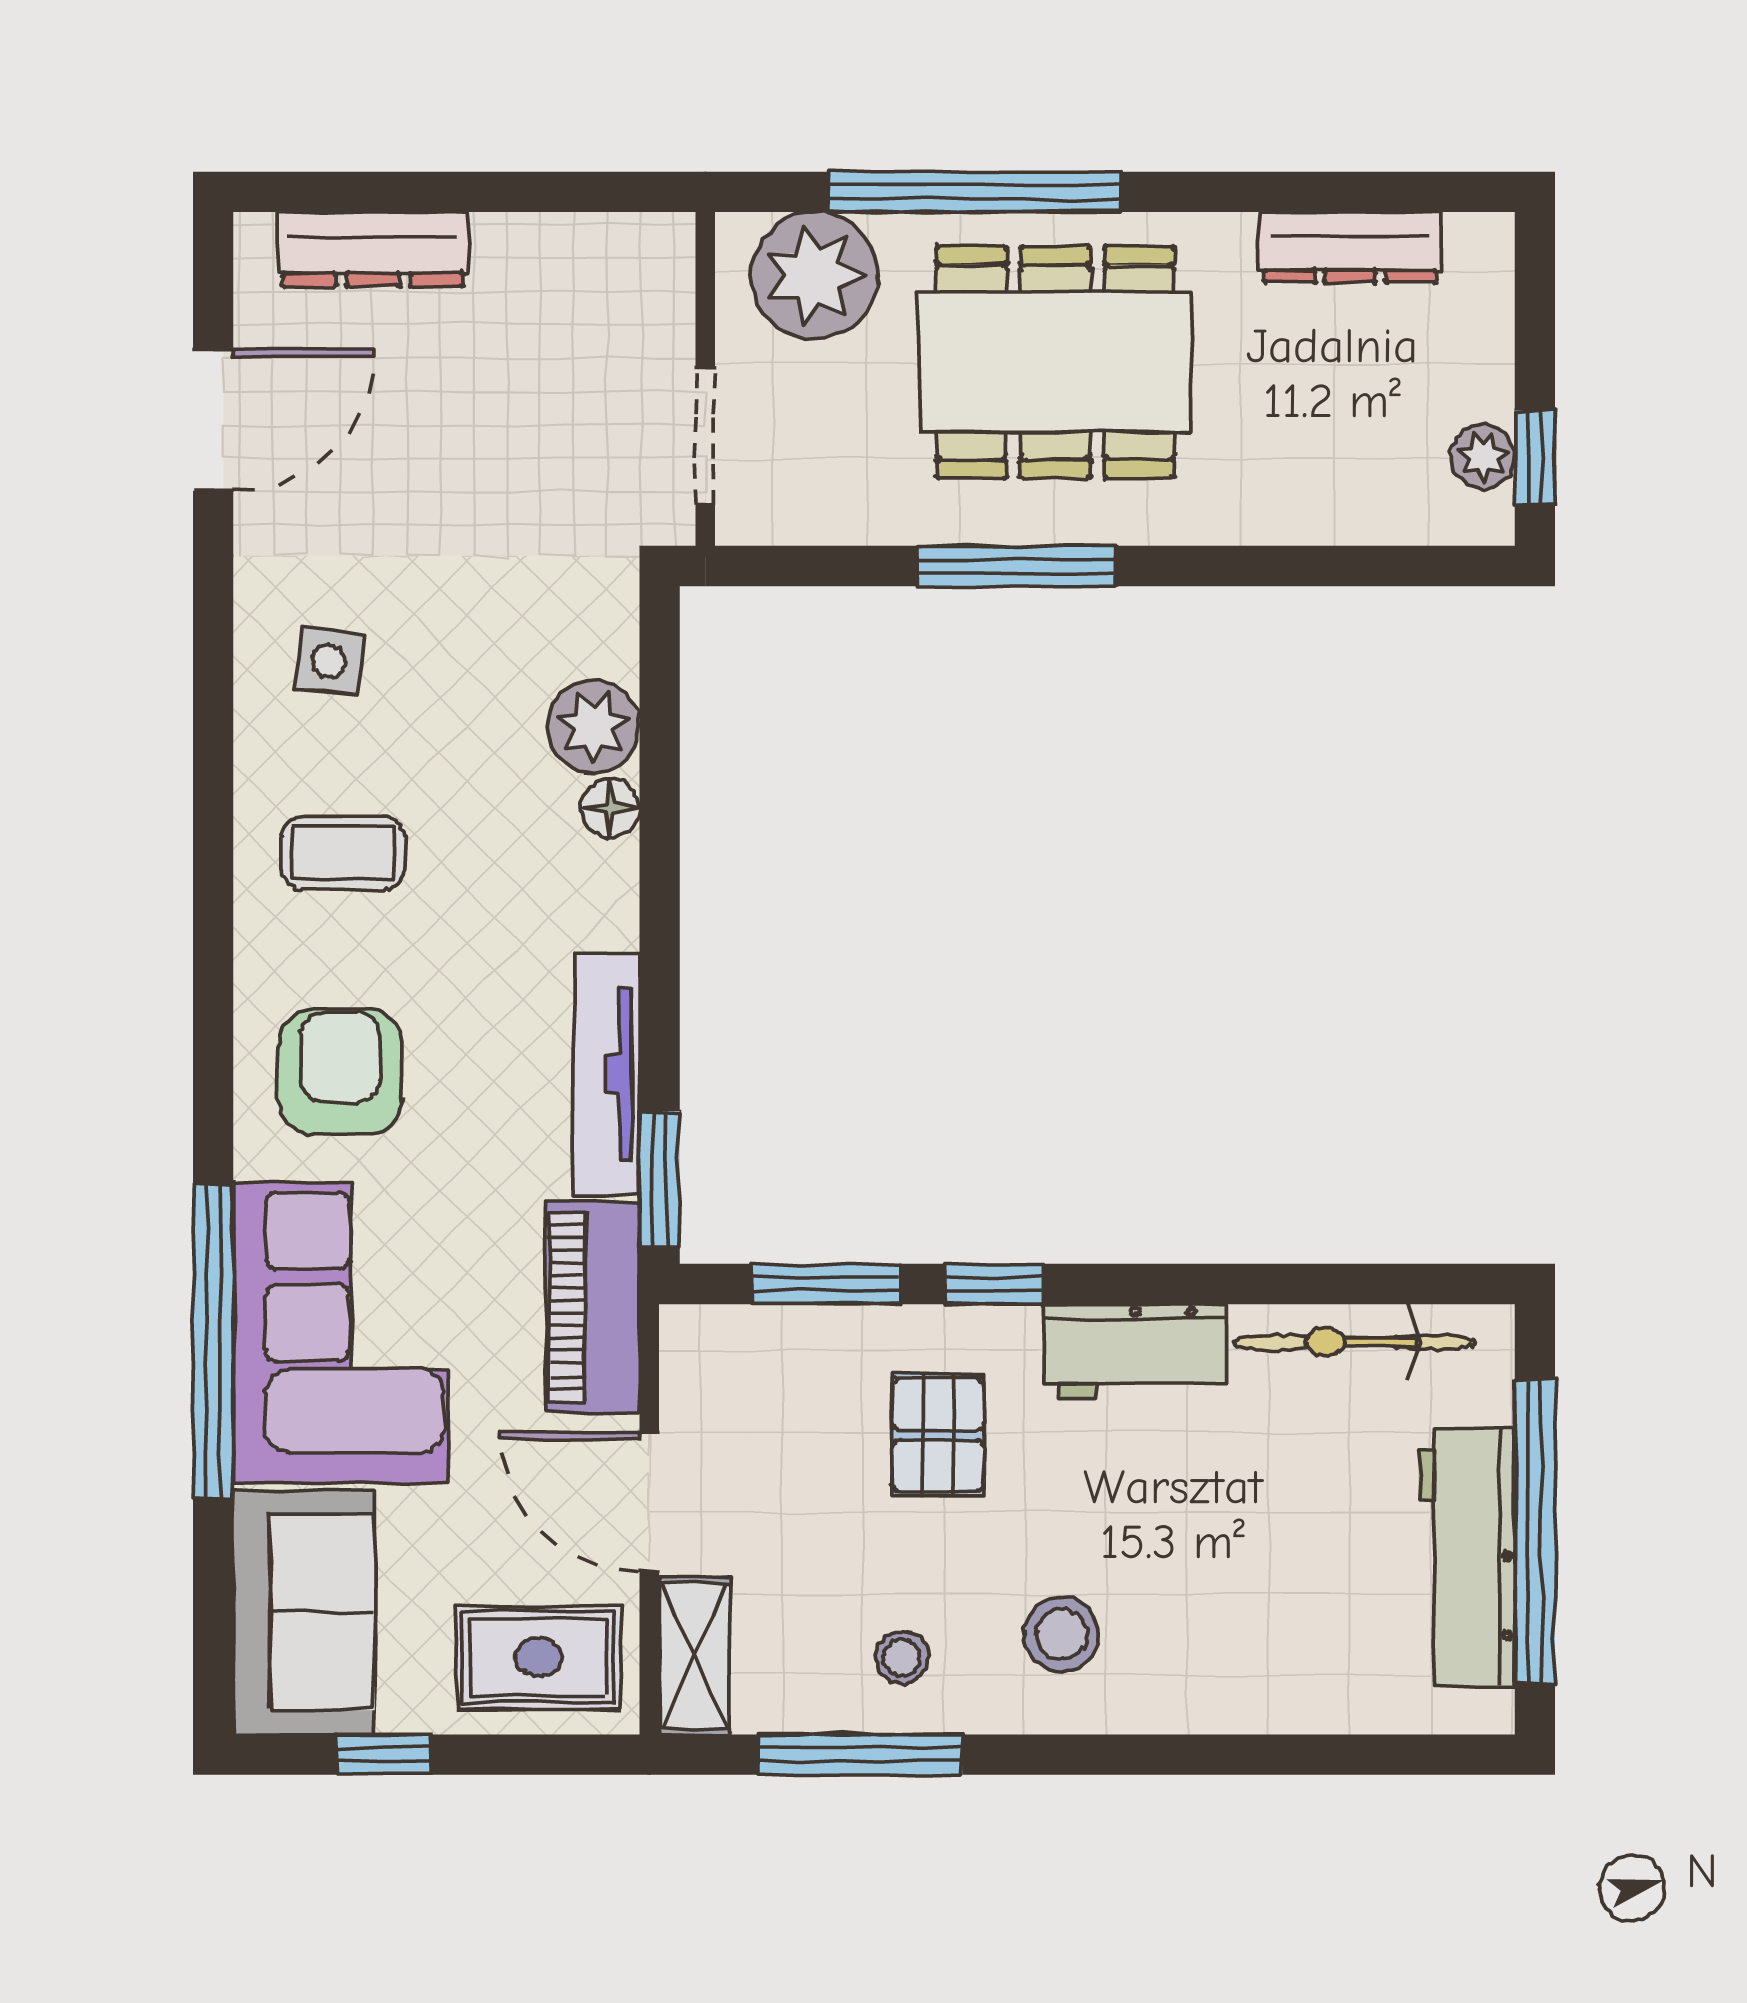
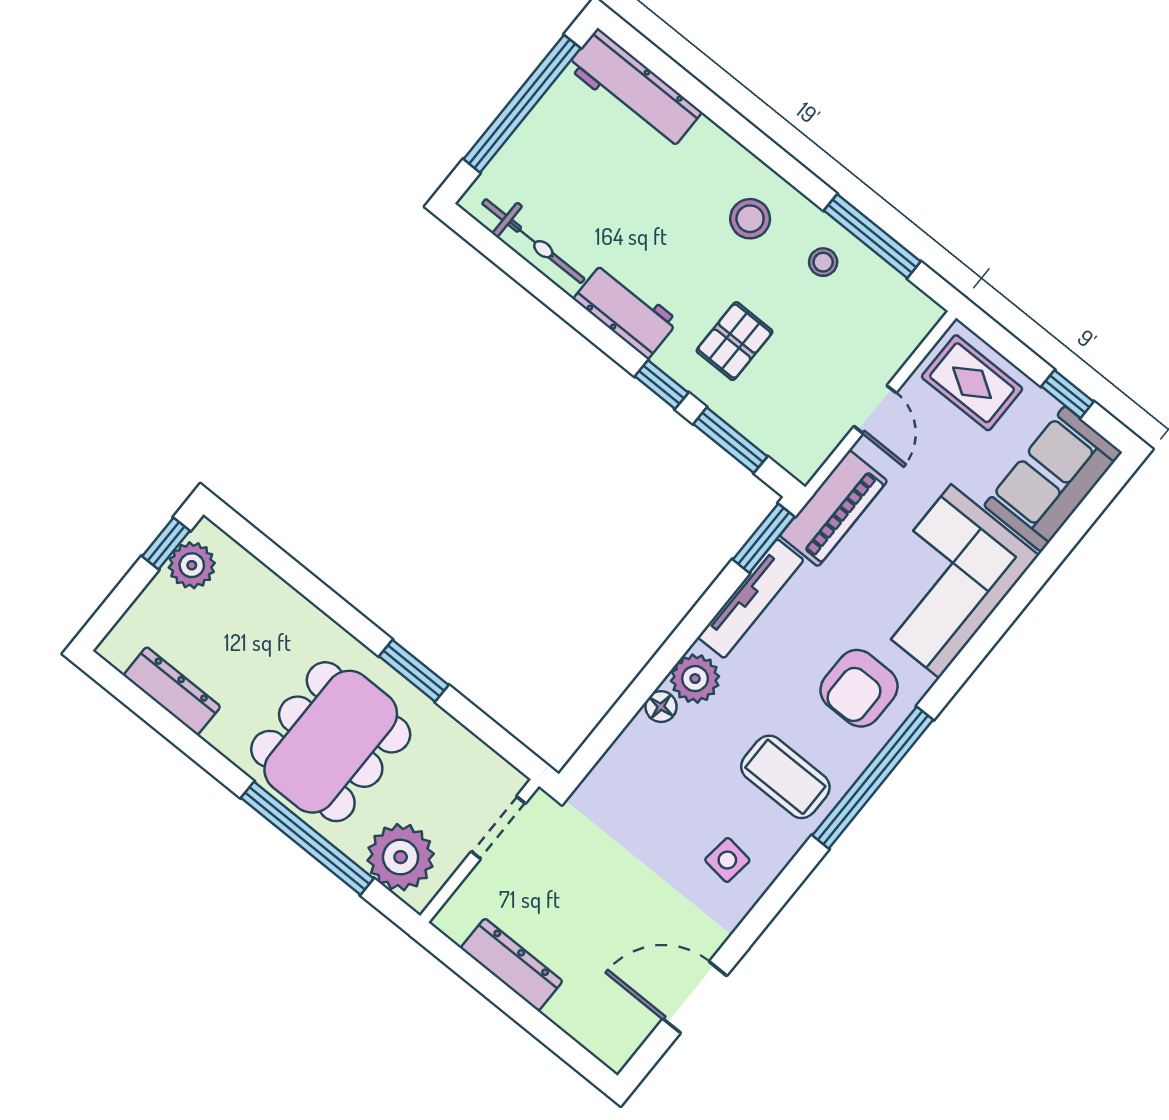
dresser: (373, 249) -> (512, 965), moved
dining table: (1055, 362) -> (331, 742), turned 90
plant: (1483, 456) -> (192, 565), width x1.38, depth x1.38
window: (1017, 566) -> (414, 671), width x0.69
plant: (593, 726) -> (695, 679), moved
coffee table: (343, 853) -> (785, 777), width x1.36, depth x1.30
window: (213, 1342) -> (873, 778), moved
door: (649, 1502) -> (875, 410), width x0.73
workbench: (1467, 1557) -> (634, 89), moved, turned 90
shelving: (694, 1655) -> (907, 332), removed

